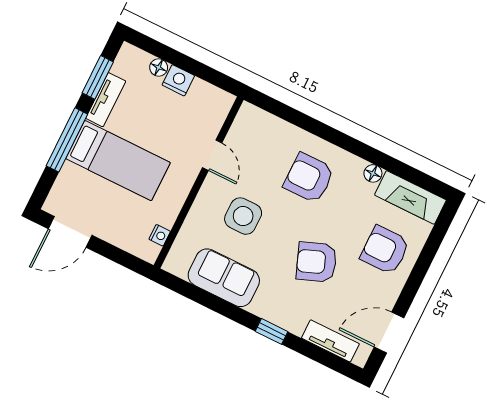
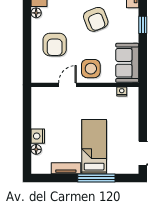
window: (98, 77) -> (57, 178), removed
door: (212, 155) -> (68, 85), moved
wall: (199, 182) -> (85, 85), moved
nightstand: (160, 235) -> (122, 91), moved

